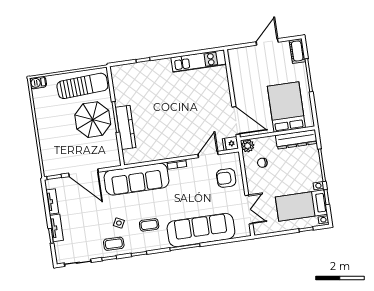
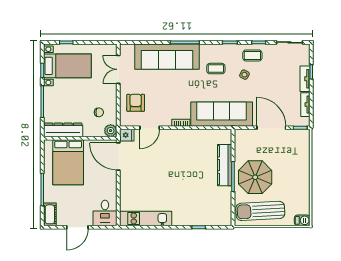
desk: (241, 61) -> (105, 213), added
armchair: (226, 178) -> (136, 103), turned -90

